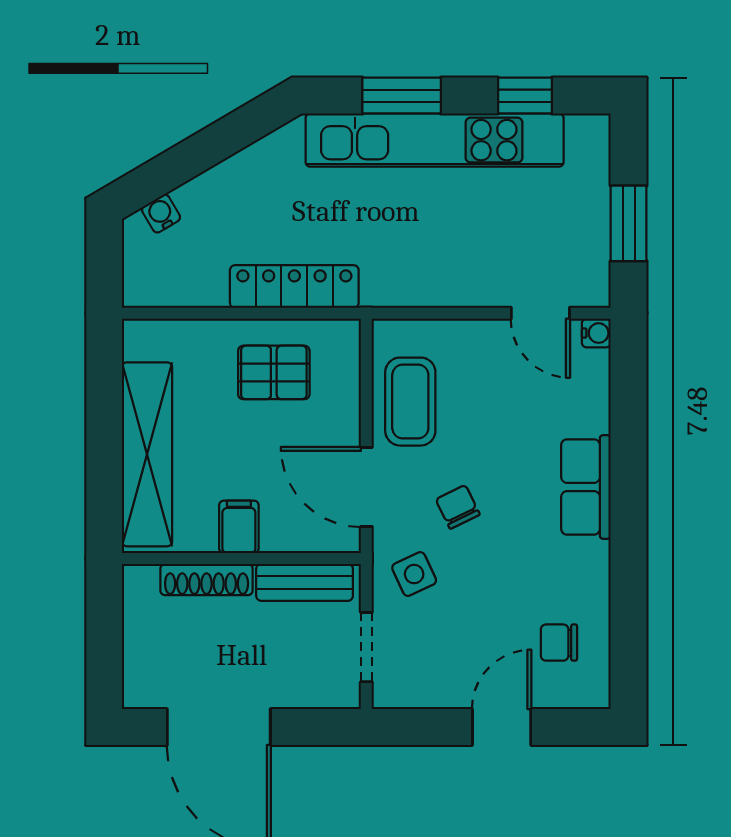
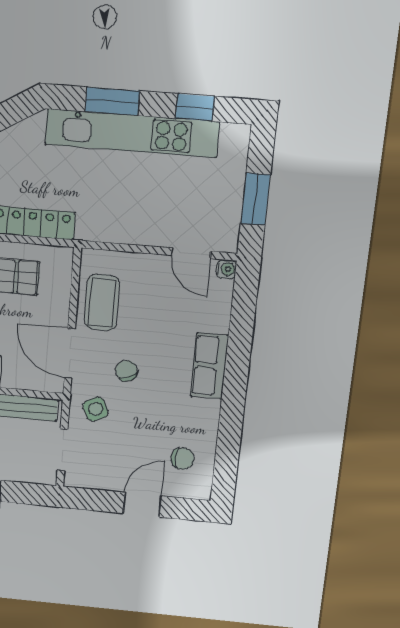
chair: (559, 643) -> (183, 458), turned 180

